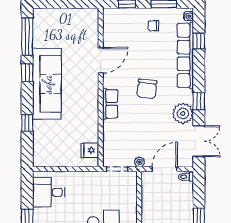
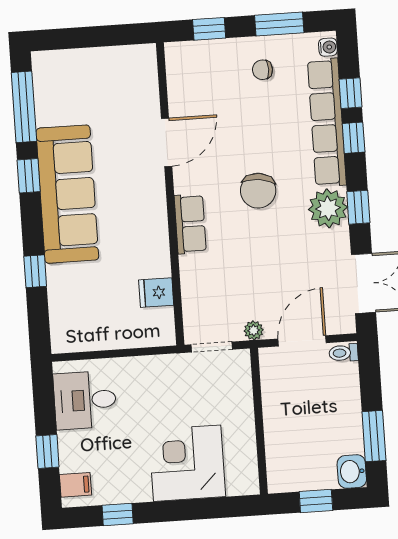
window: (199, 65) -> (354, 138), added
plant: (183, 114) -> (328, 208), moved
fridge: (90, 150) -> (156, 293), moved

